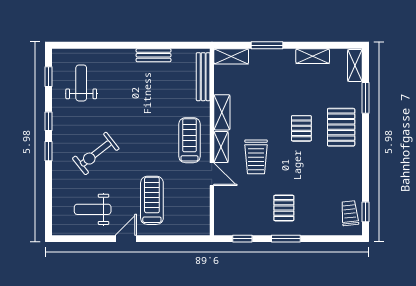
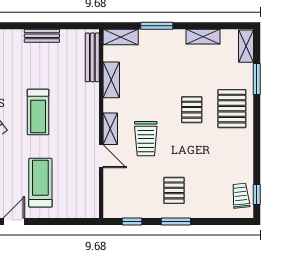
shelving: (222, 112) -> (111, 80), moved
treadmill: (189, 140) -> (38, 112), moved, turned 180

